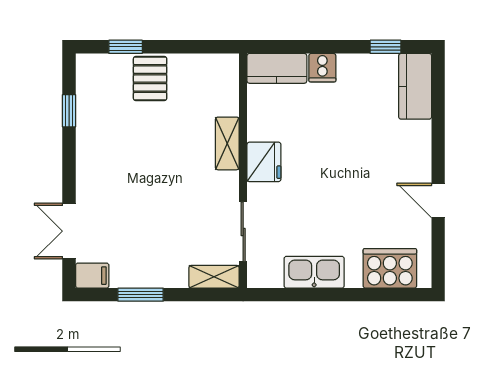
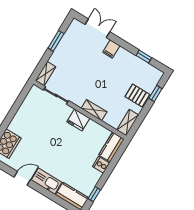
shelving: (212, 66) -> (128, 123), added
kitchen sink: (314, 272) -> (47, 181), moved, turned -90
filing cabinet: (92, 276) -> (111, 49), moved

